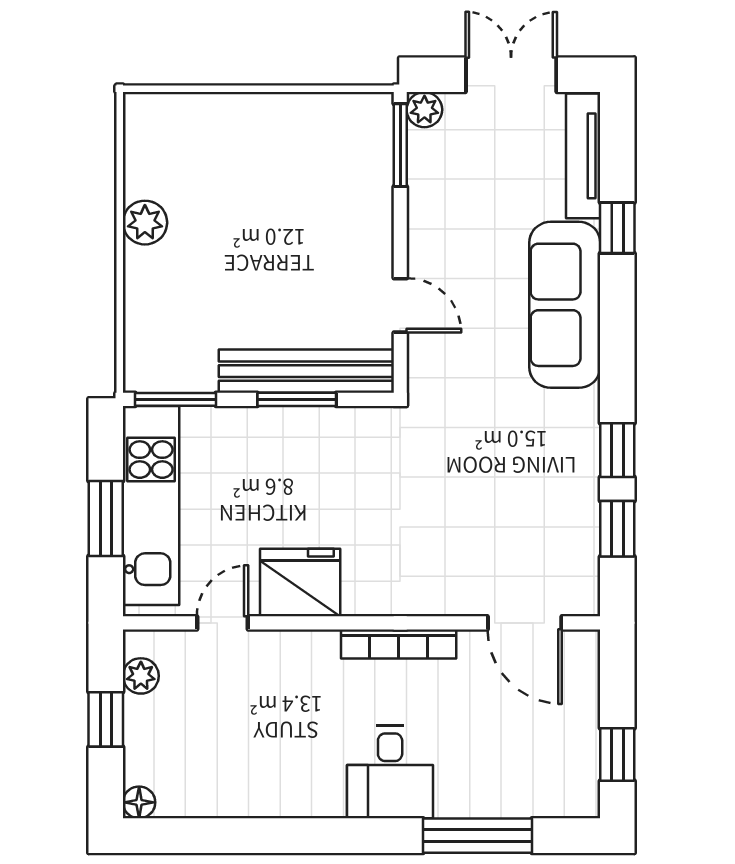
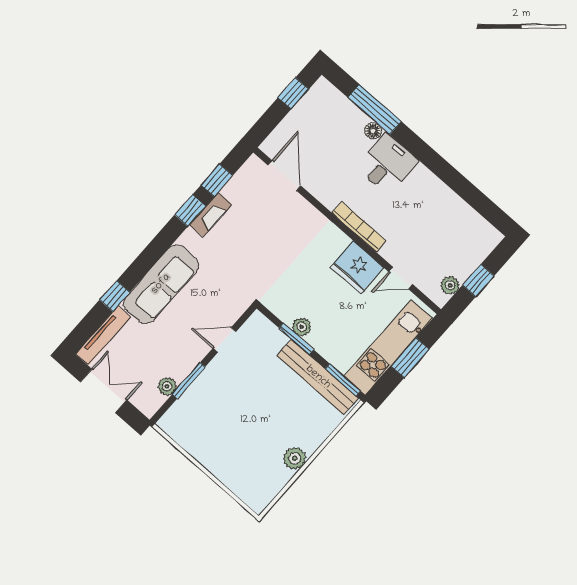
double door: (511, 75) -> (104, 391), swing flipped
plant: (424, 110) -> (167, 386), moved
window: (400, 145) -> (189, 380), moved
door: (400, 305) -> (224, 340), hinge flipped
bench: (306, 371) -> (318, 377), moved
plant: (304, 424) -> (302, 327), added
fireplace: (582, 471) -> (211, 215), added
bookcase: (399, 644) -> (359, 227), moved
floor lamp: (139, 802) -> (373, 131), moved

